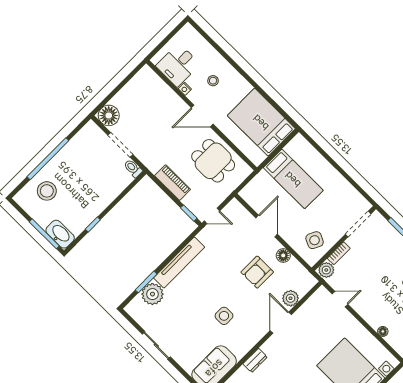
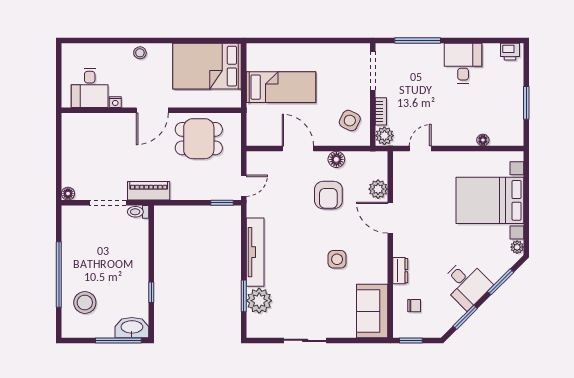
stool: (213, 81) -> (140, 53), moved
floor lamp: (109, 115) -> (68, 194), width x0.53, depth x0.53
piano: (173, 183) -> (149, 191), moved

